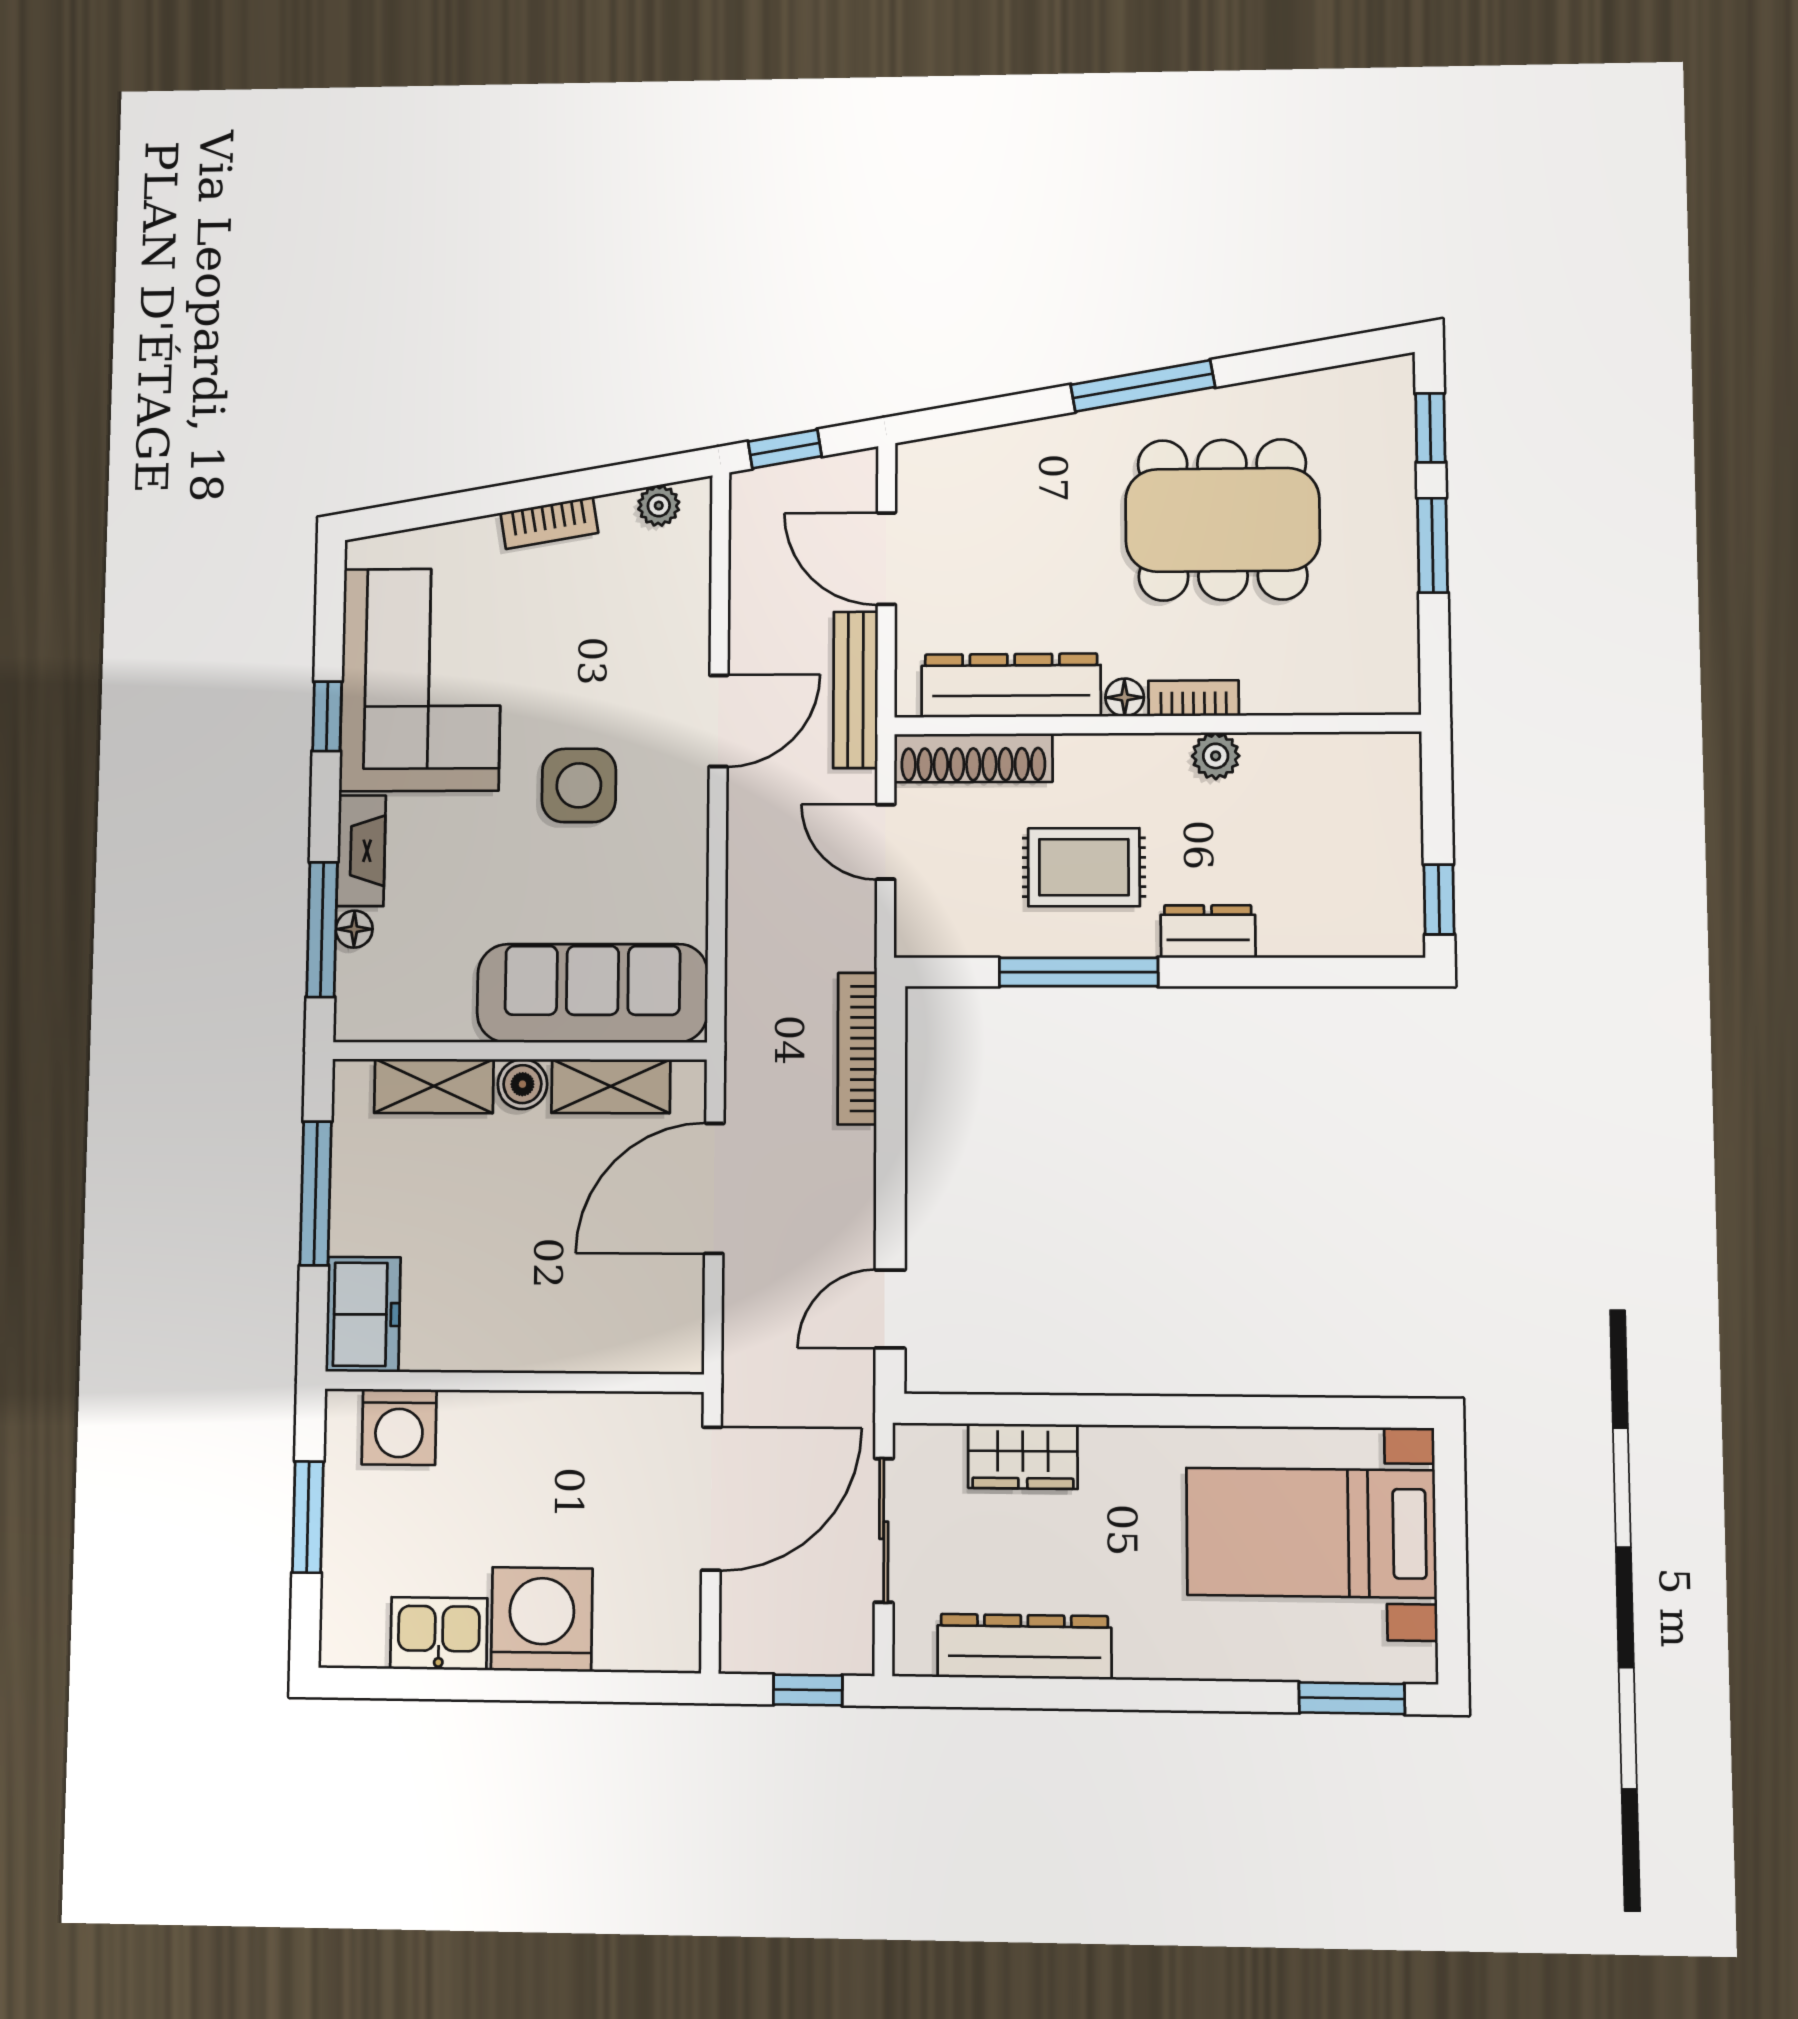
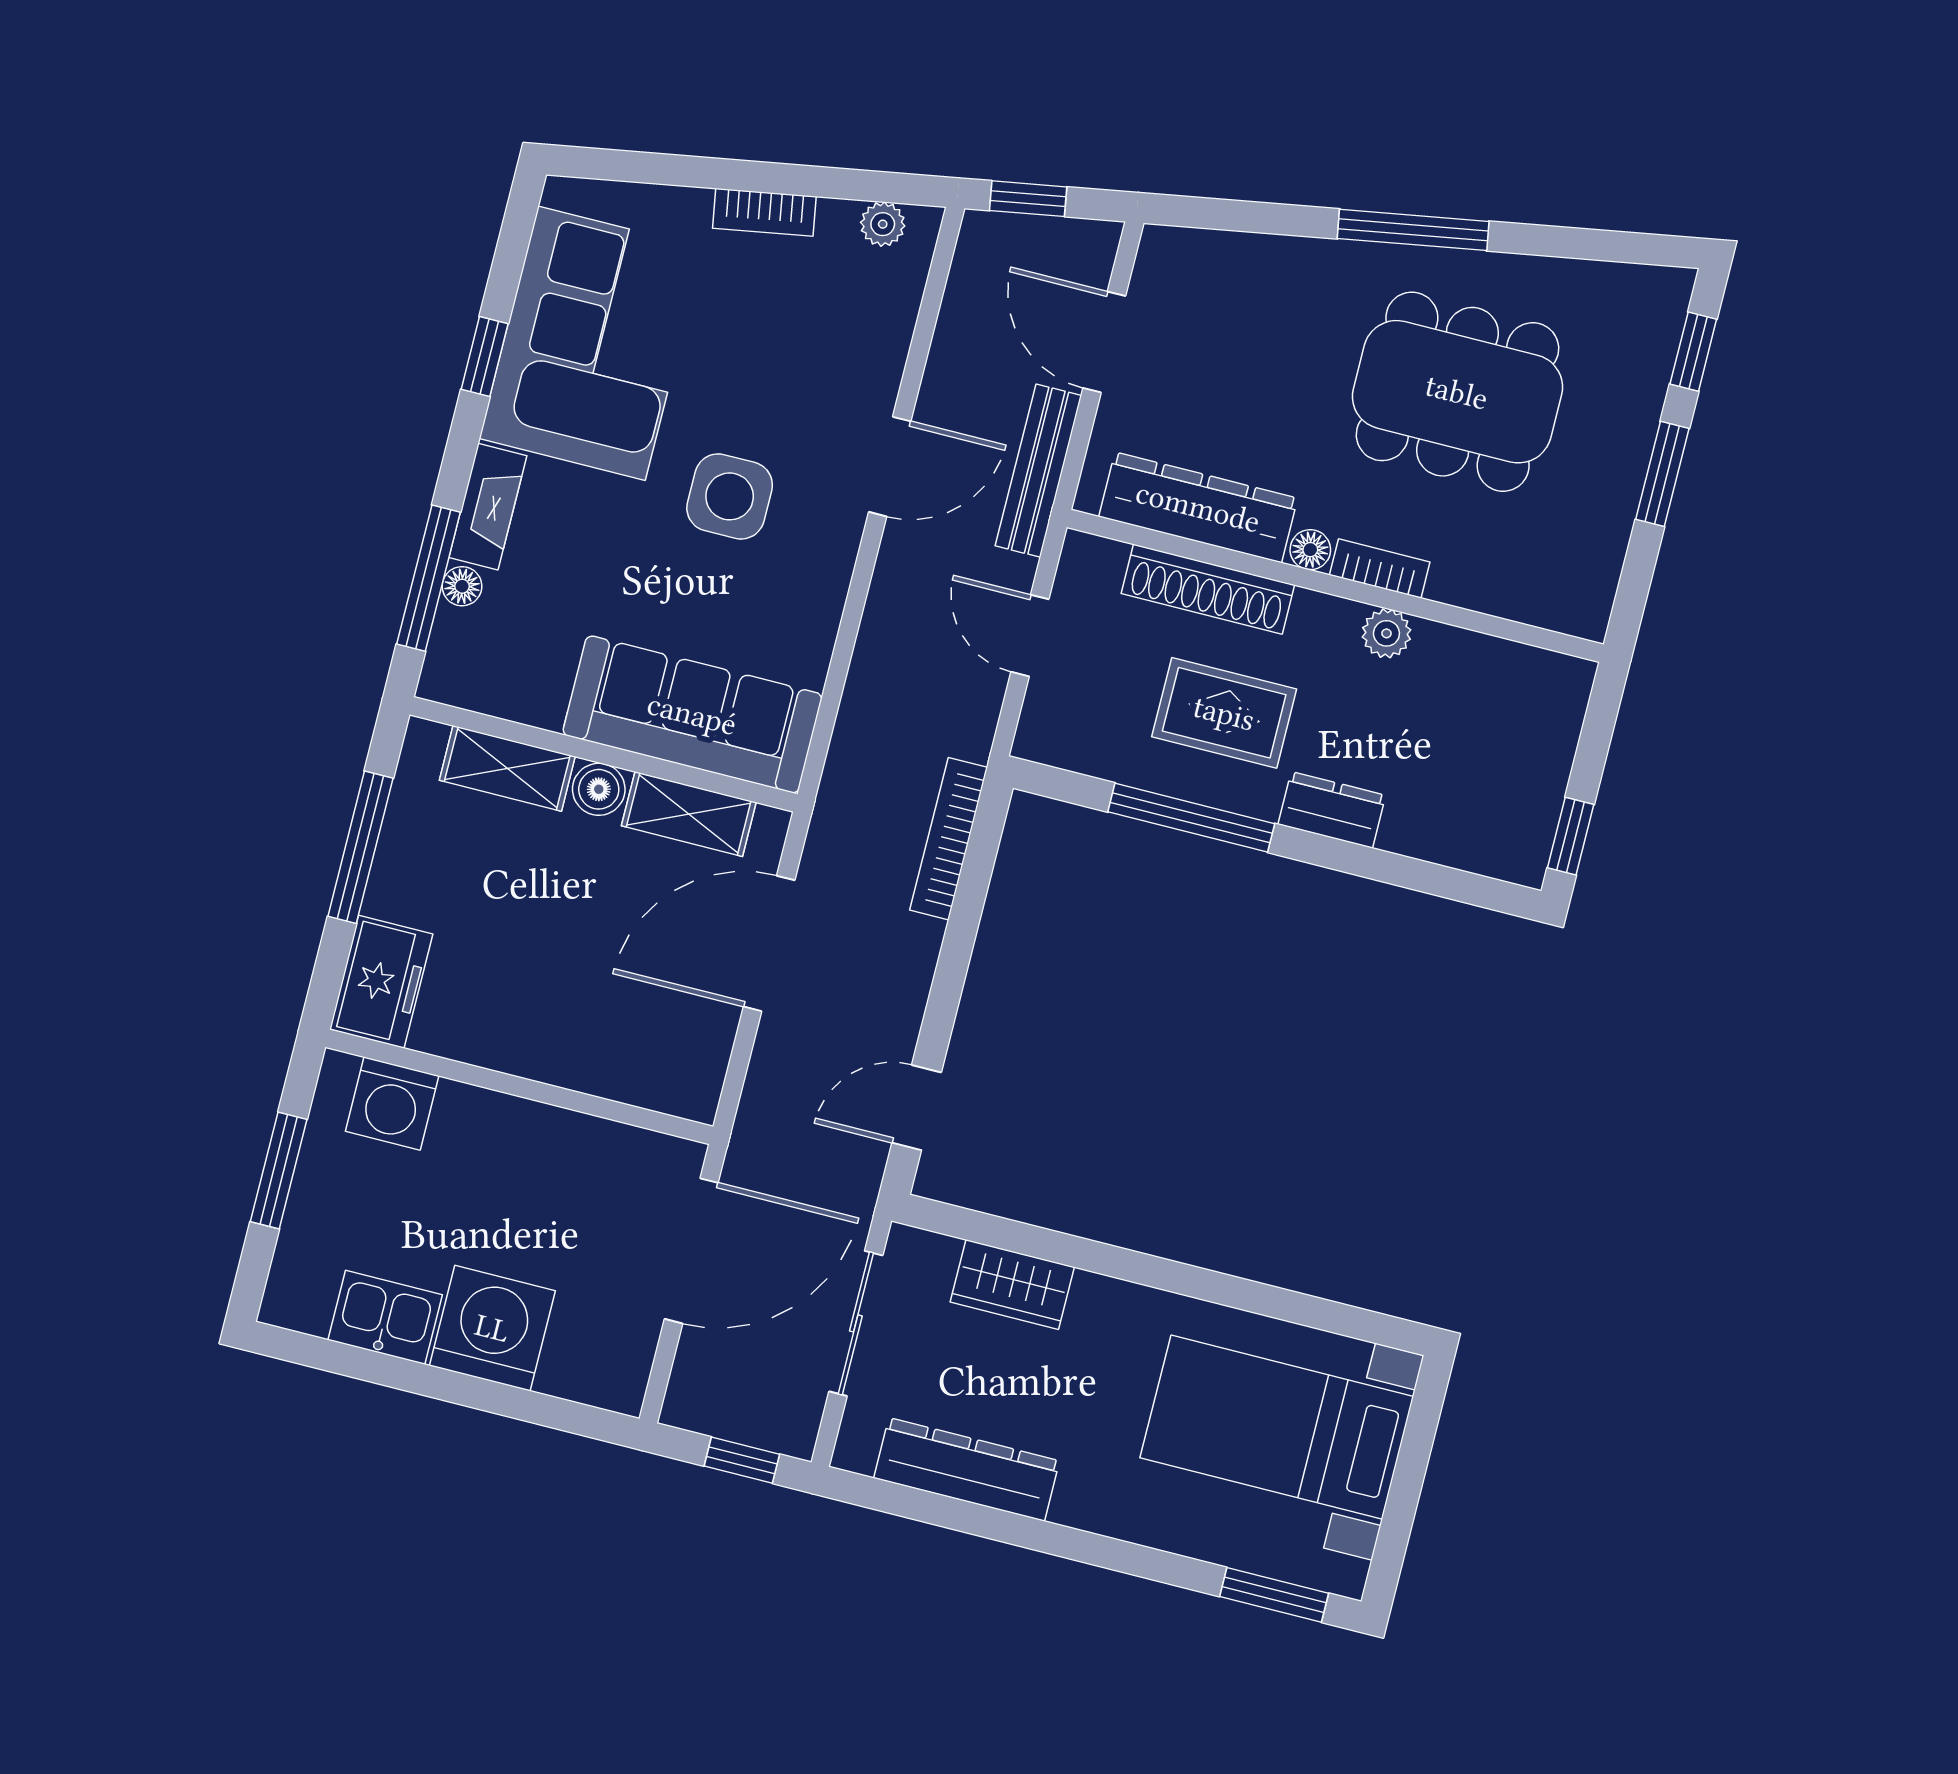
shoe rack: (973, 758) -> (1208, 589), moved

